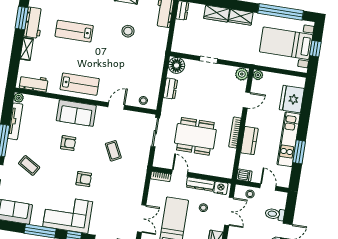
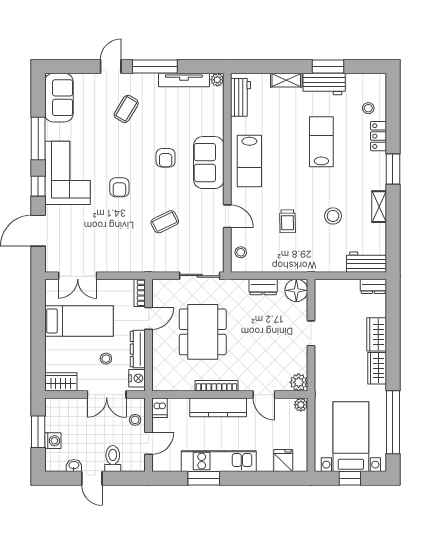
trolley: (127, 64) -> (288, 221), added
fridge: (292, 99) -> (283, 460), width x0.53, depth x0.75
kitchen counter: (249, 141) -> (218, 407), width x1.50

